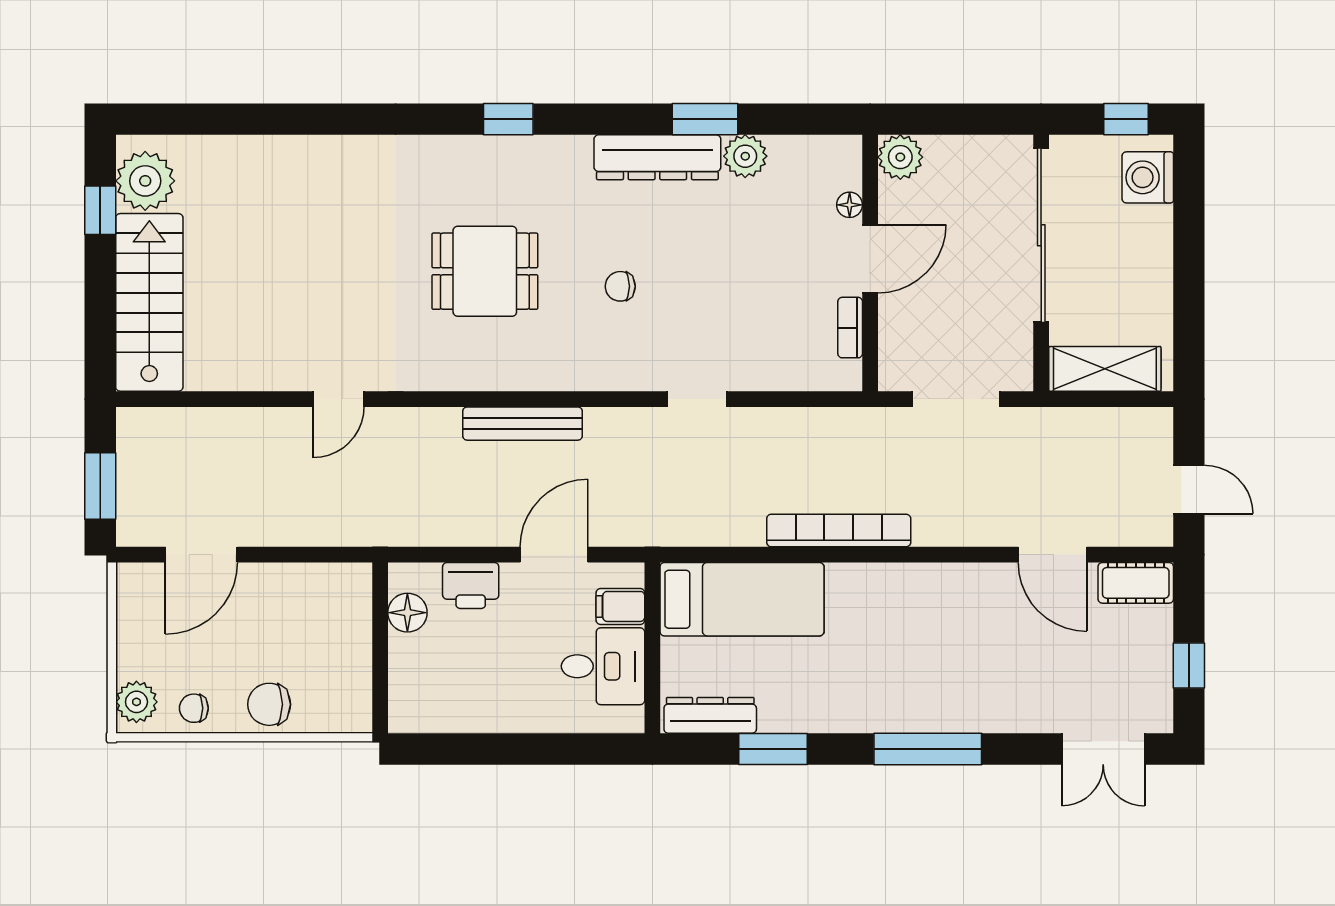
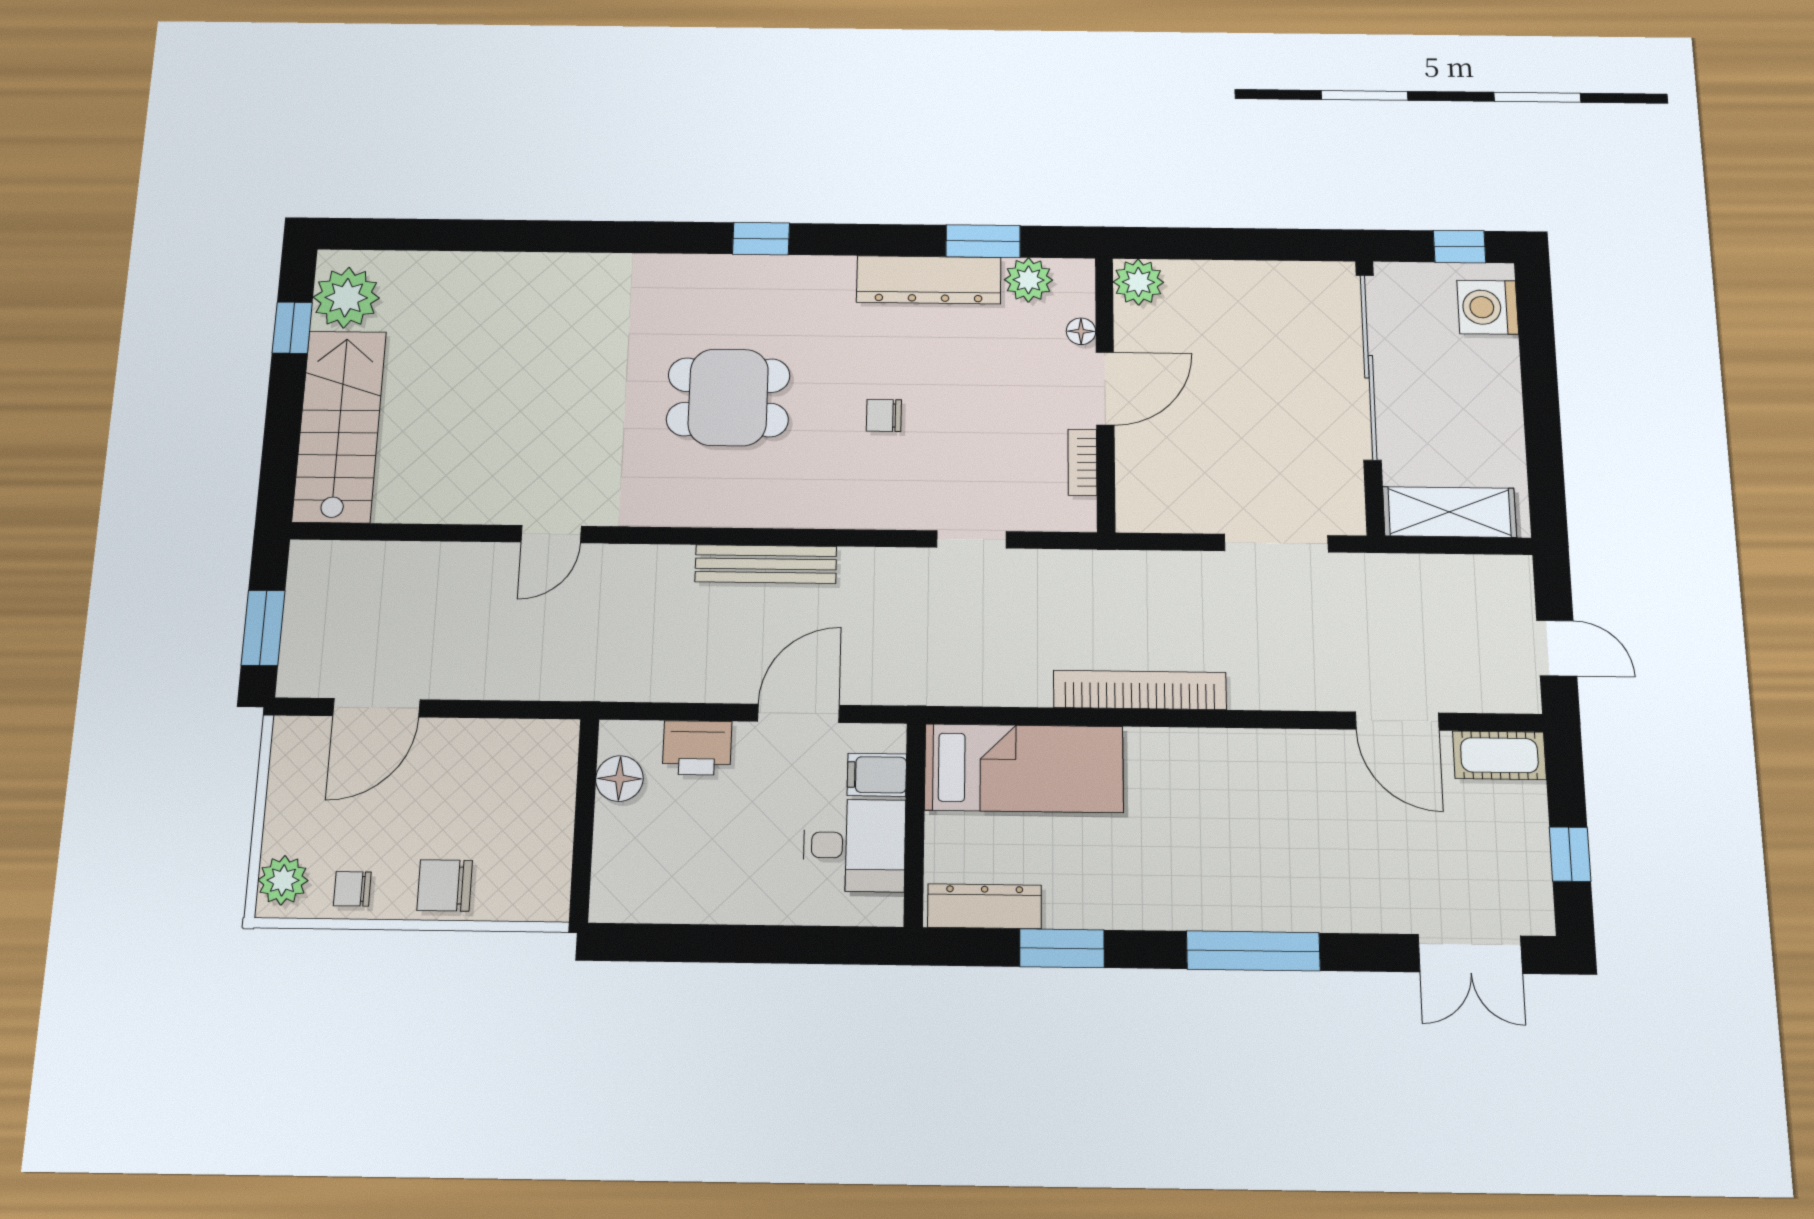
plant: (900, 157) -> (1138, 282), moved
floor lamp: (850, 205) -> (1081, 331), moved
door: (870, 259) -> (1105, 389), moved
wall: (870, 263) -> (1105, 393), moved
bookcase: (850, 328) -> (1082, 462), moved

